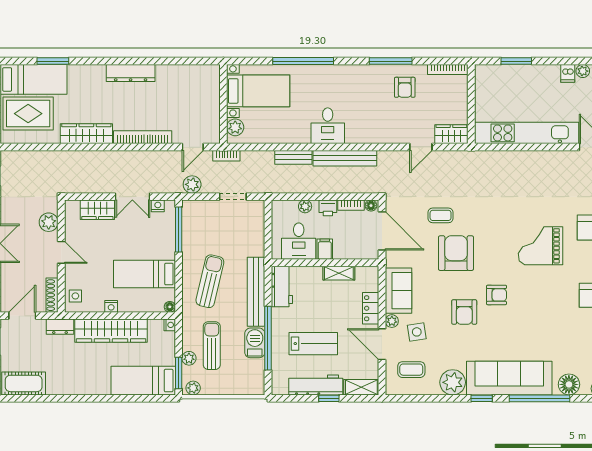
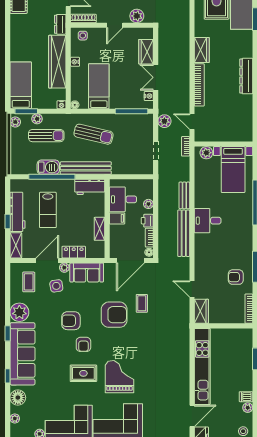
wardrobe: (86, 134) -> (202, 50), width x0.67
rug: (536, 295) -> (83, 373), added
window: (539, 398) -> (8, 376), width x0.32

